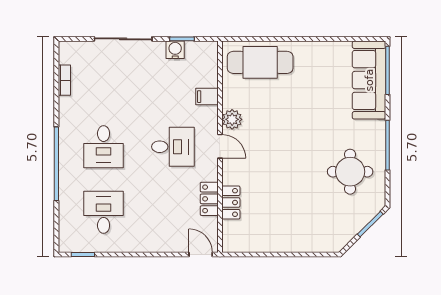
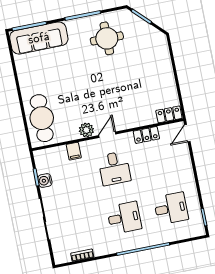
desk: (173, 147) -> (114, 168), turned 180
locker: (231, 202) -> (169, 114), moved
desk: (104, 212) -> (171, 208), turned 180

